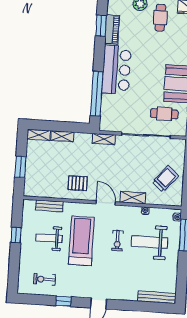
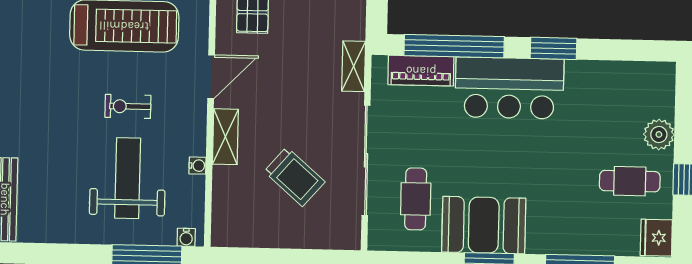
window: (101, 26) -> (553, 48), moved
piano: (112, 30) -> (421, 71), moved
trolley: (165, 179) -> (294, 177), moved

